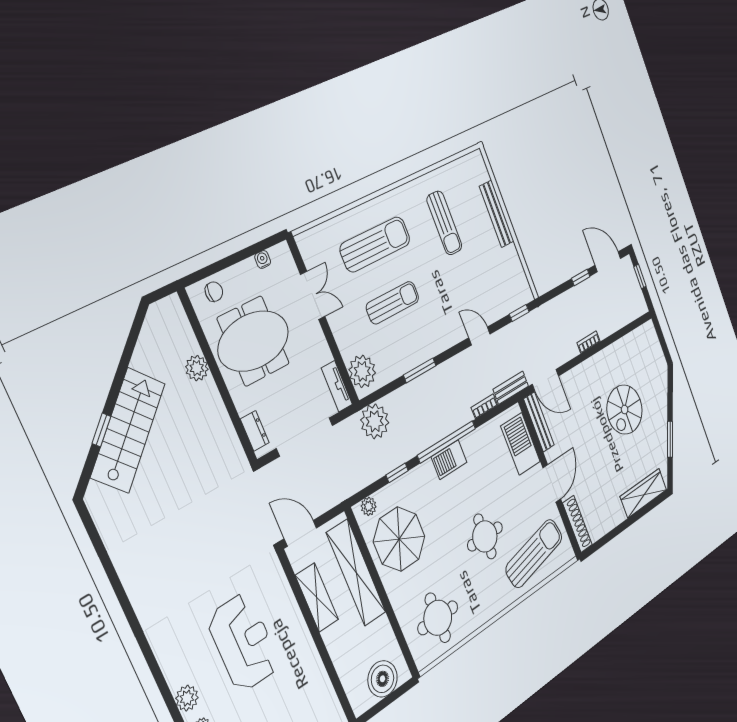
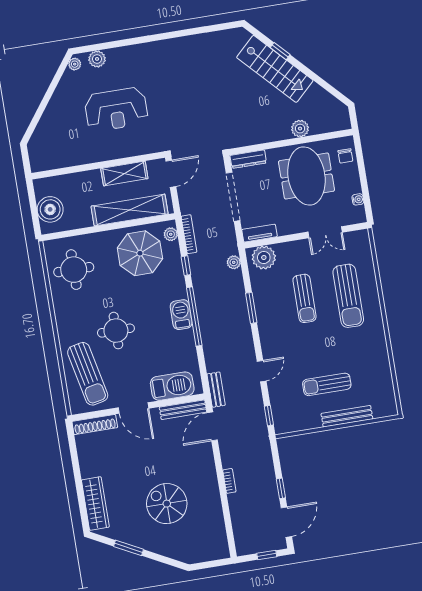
sun lounger: (444, 223) -> (327, 384), moved
bookcase: (484, 406) -> (189, 234), moved, width x1.56
plant: (375, 421) -> (234, 262), width x0.53, depth x0.53
dresser: (255, 431) -> (248, 159), width x1.44

